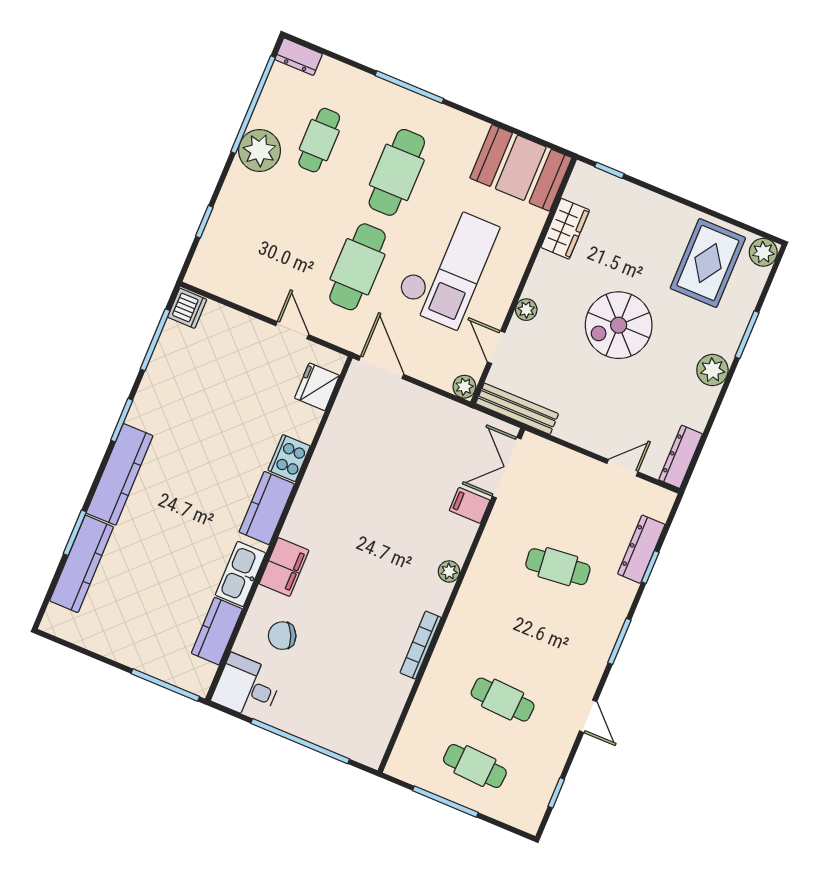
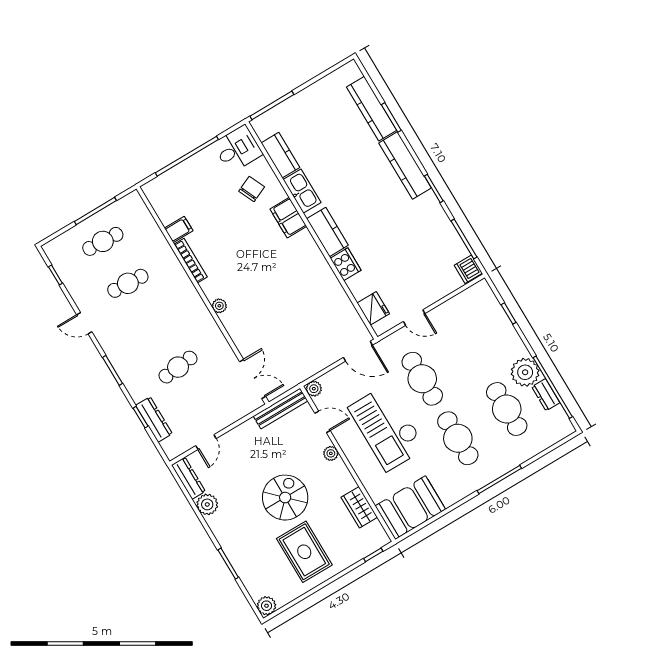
dresser: (299, 57) -> (546, 395), moved, turned -90
cafe table: (319, 140) -> (507, 409), width x1.37, depth x1.35
rug: (708, 263) -> (304, 552), moved
plant: (712, 370) -> (207, 504), moved
filing cabinet: (470, 505) -> (179, 229), moved

